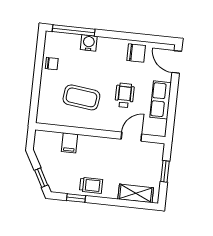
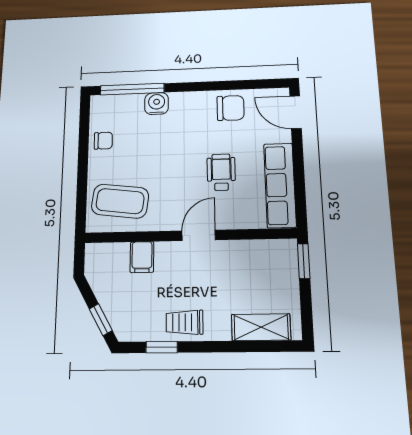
coffee table: (81, 97) -> (120, 201), moved
row of seats: (161, 100) -> (280, 185), width x1.48
door: (131, 137) -> (199, 235), moved
window: (165, 171) -> (304, 261), moved
trolley: (91, 185) -> (185, 322), turned 180

